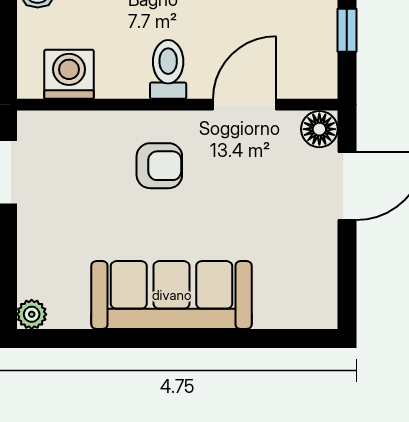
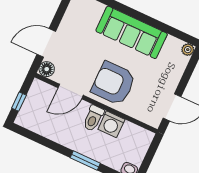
washing machine: (69, 74) -> (111, 124), moved
armchair: (159, 166) -> (114, 83), width x1.88, depth x1.88

